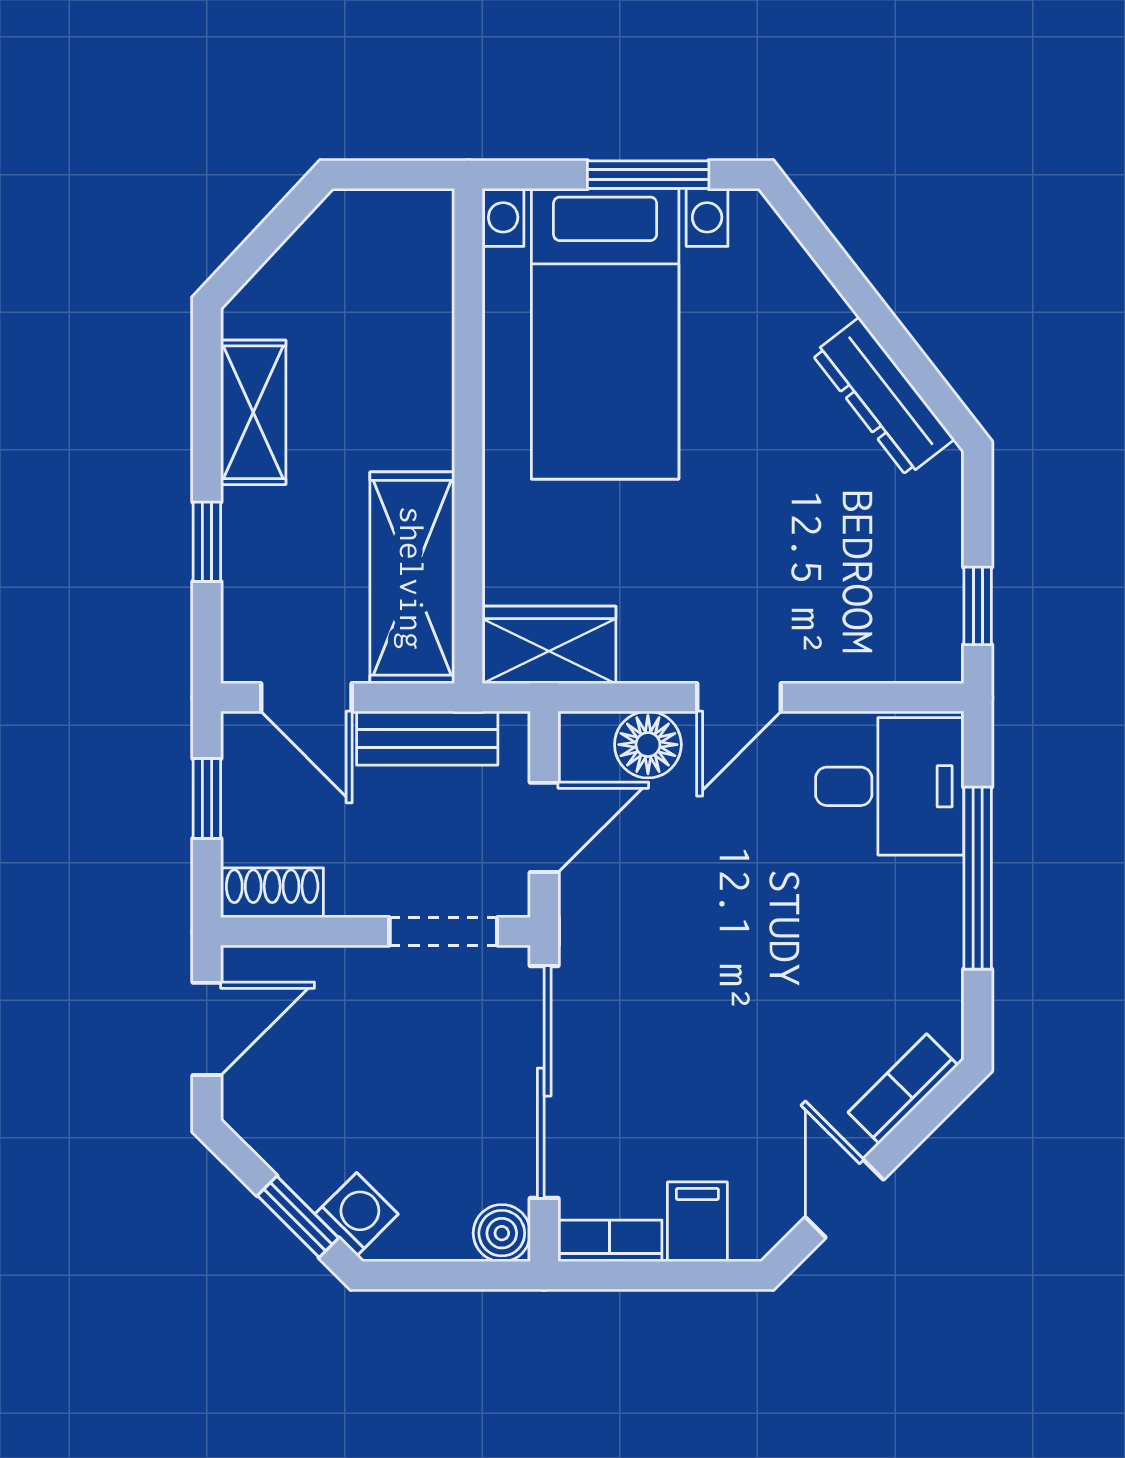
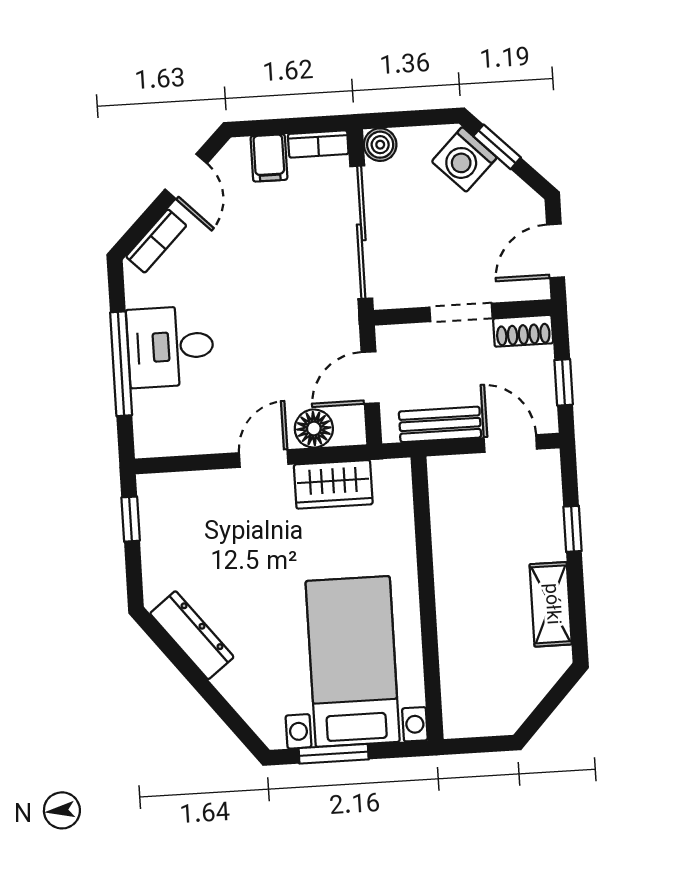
shelving: (412, 578) -> (454, 515), removed
wardrobe: (549, 645) -> (333, 484), moved
desk: (890, 786) -> (170, 347), moved
doorway: (443, 931) -> (461, 312), moved
washing machine: (357, 1214) -> (464, 159), width x1.38, depth x1.38

